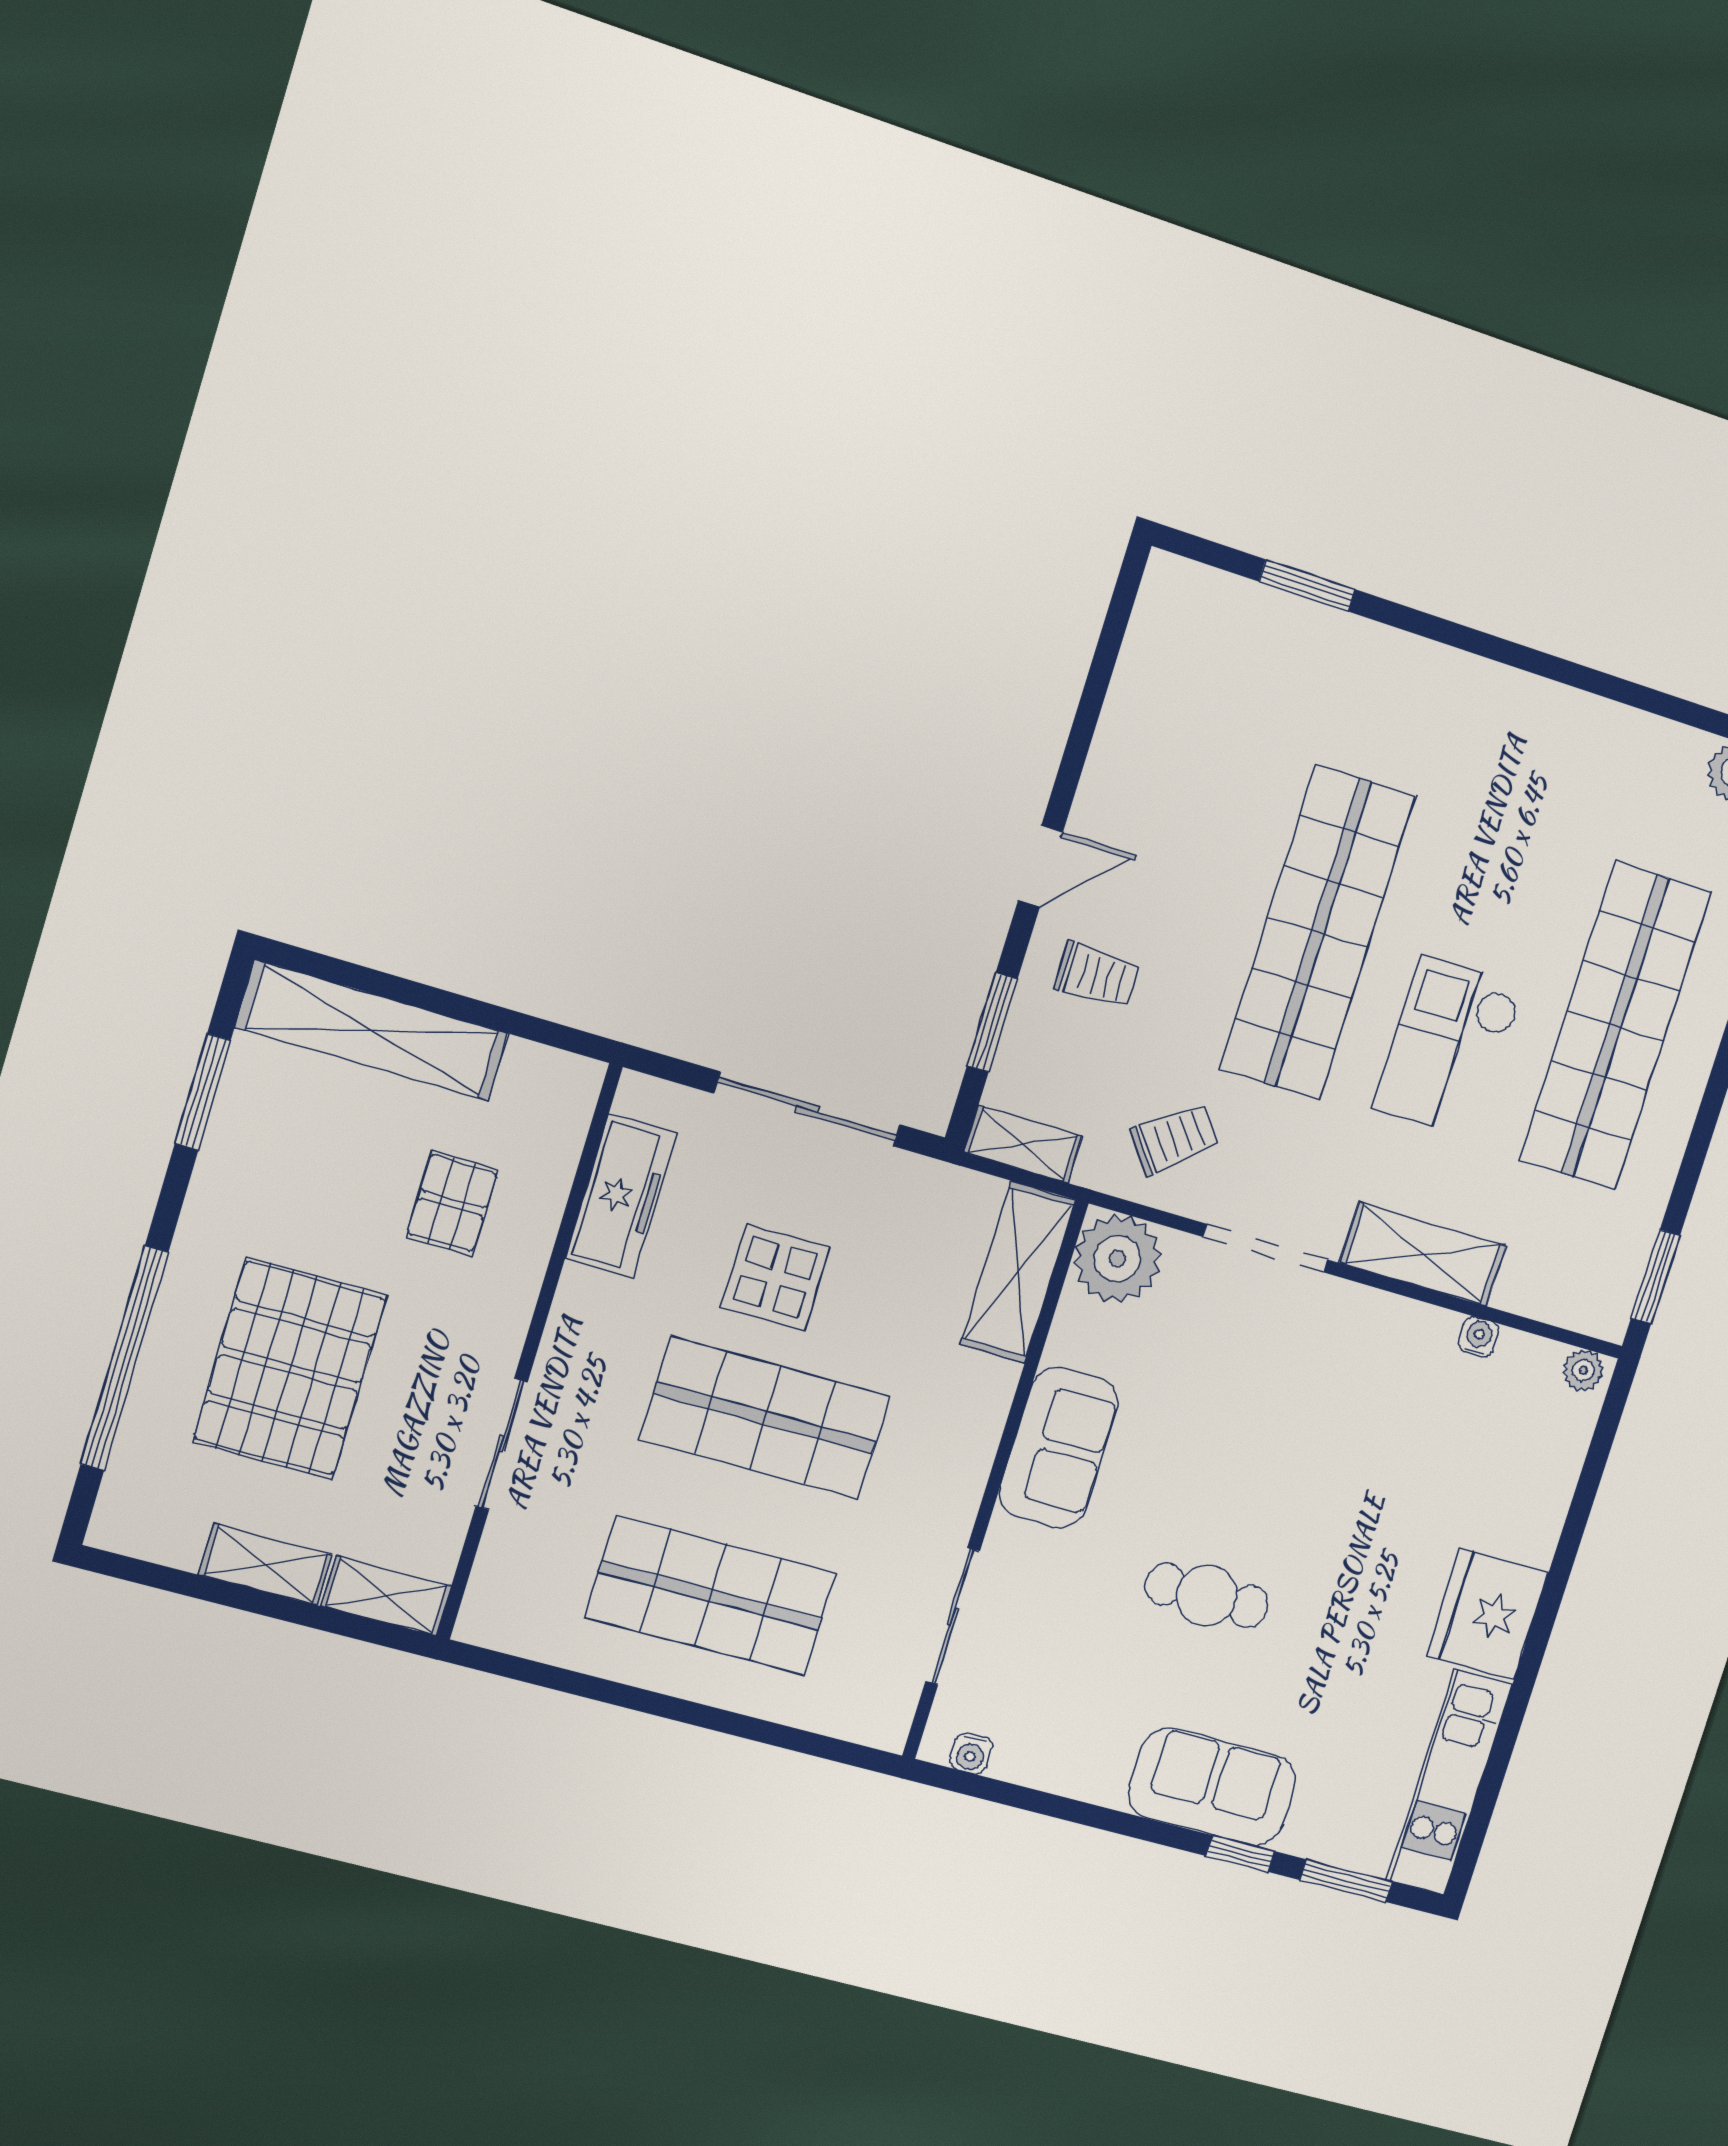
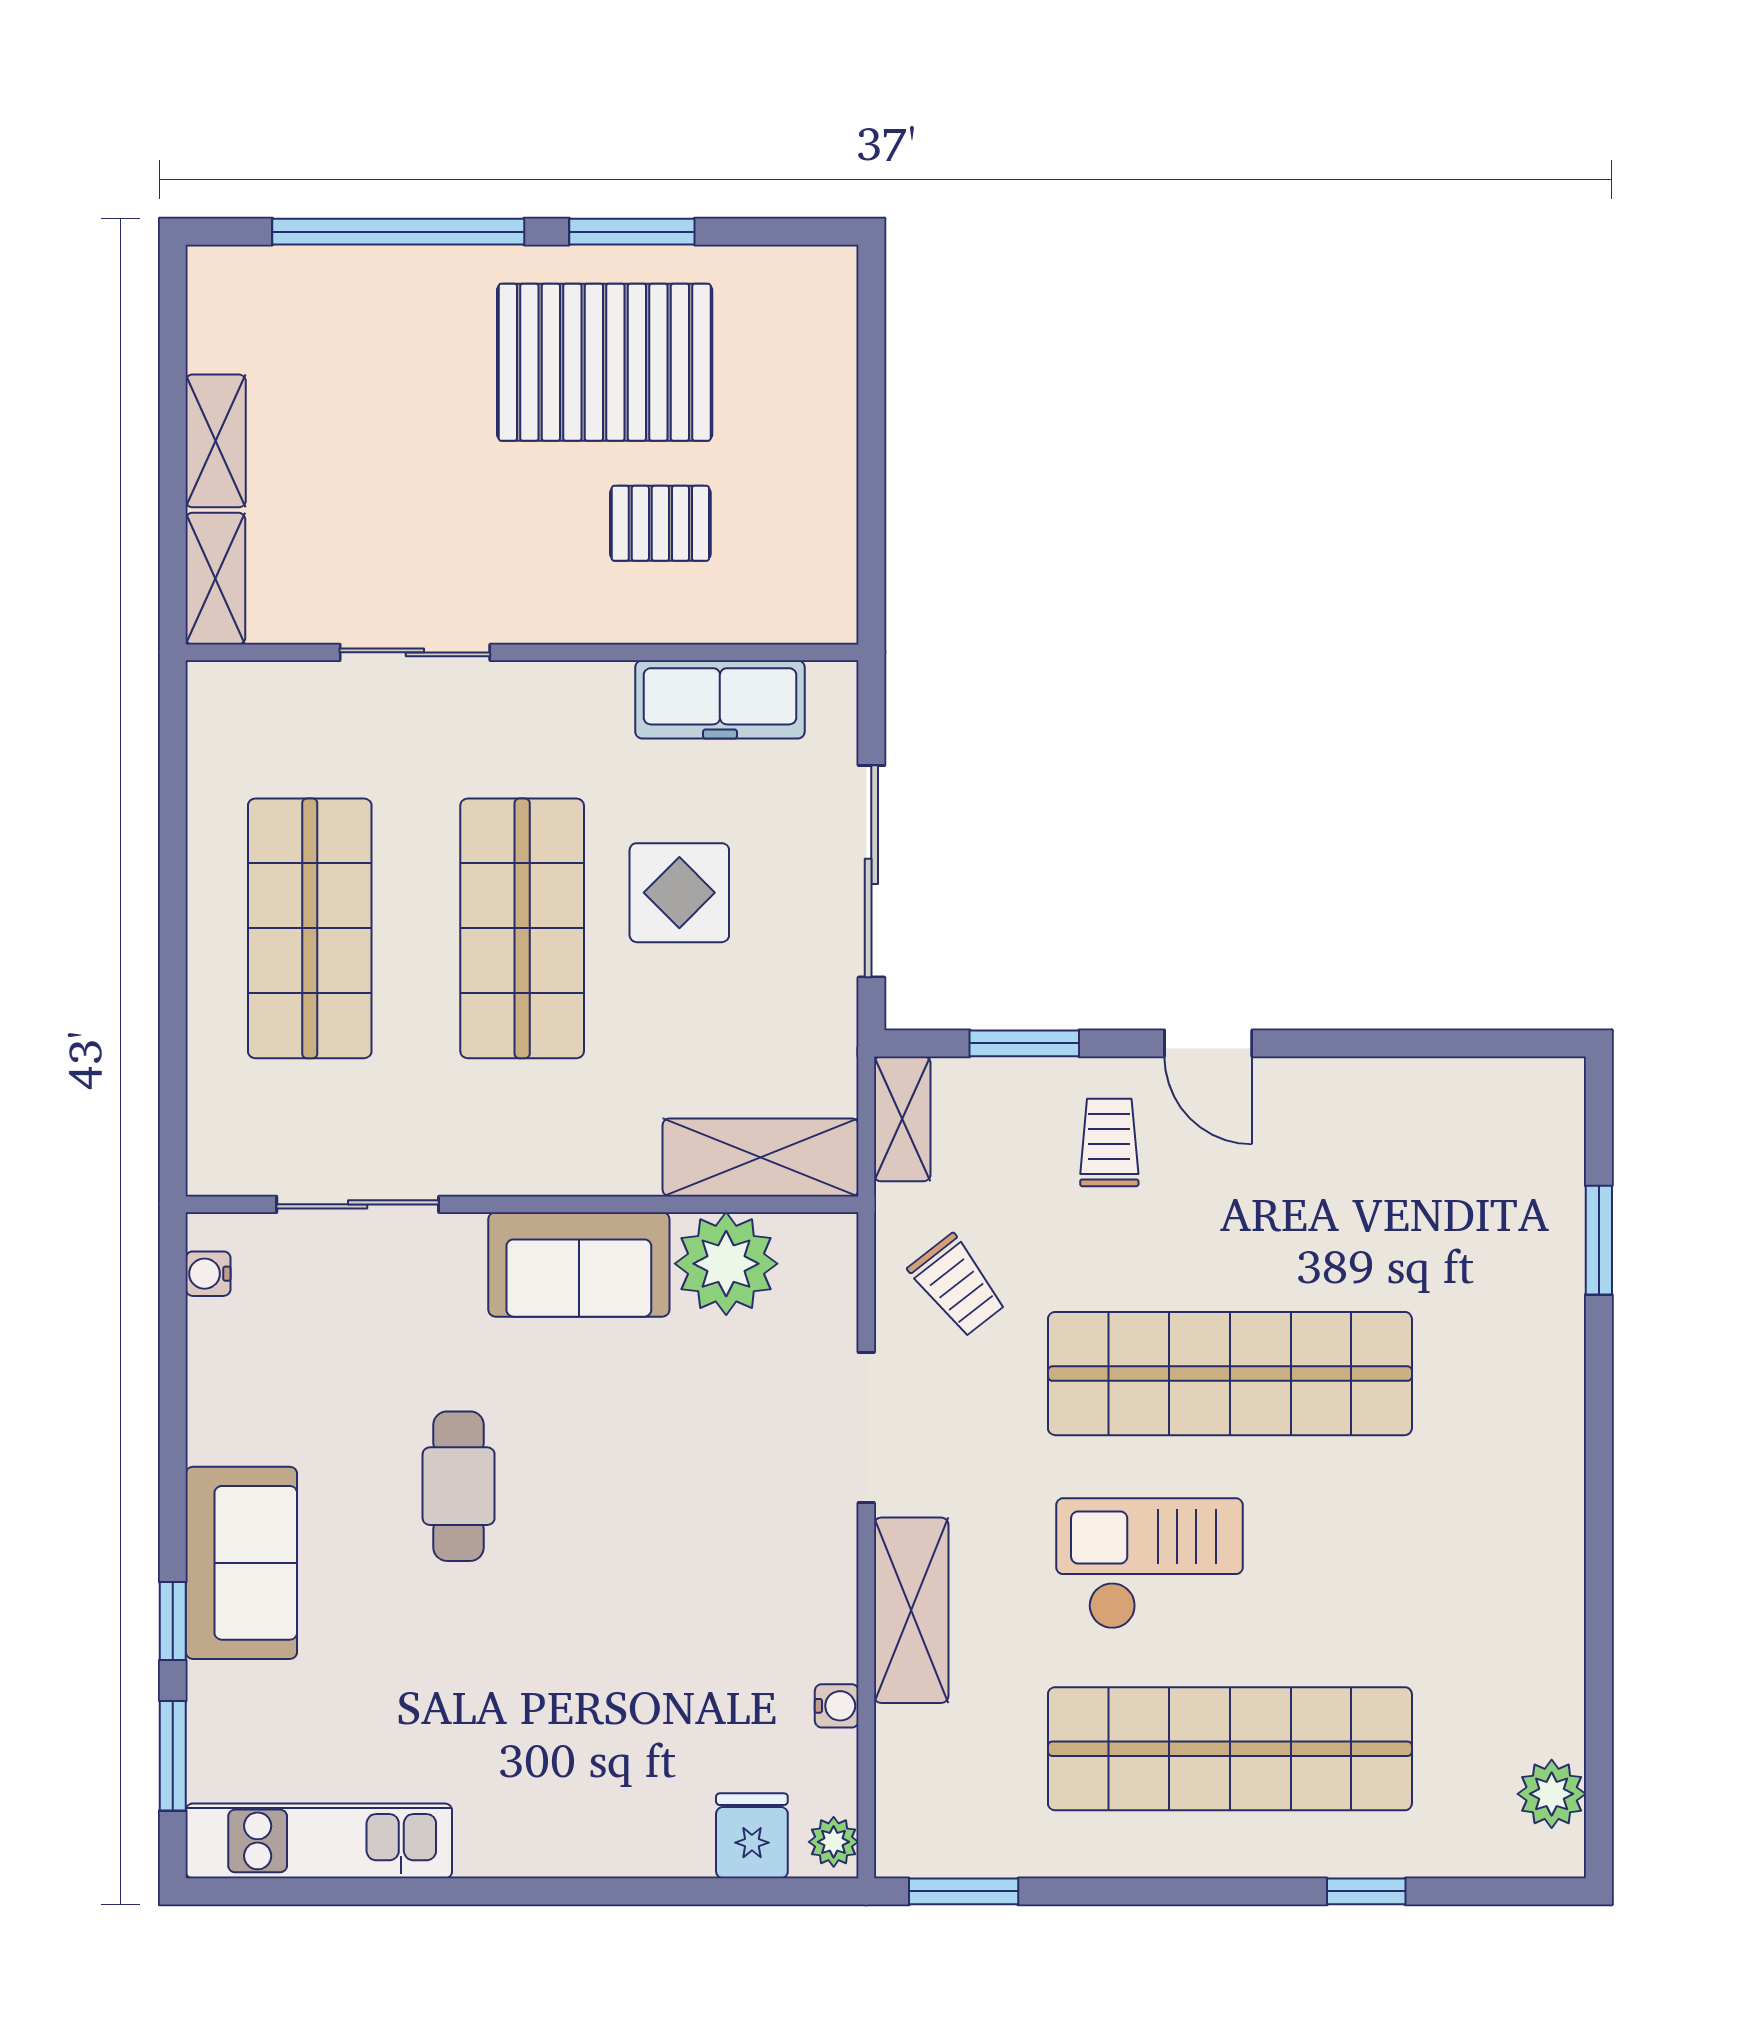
trolley: (1097, 976) -> (1109, 1142), turned 180
shelving: (372, 1030) -> (820, 387), removed
window: (203, 1092) -> (632, 232), moved
plant: (1117, 1259) -> (726, 1264), moved
pallet: (290, 1369) -> (605, 362), moved
fridge: (1487, 1614) -> (752, 1836), moved, width x0.53, depth x0.75

